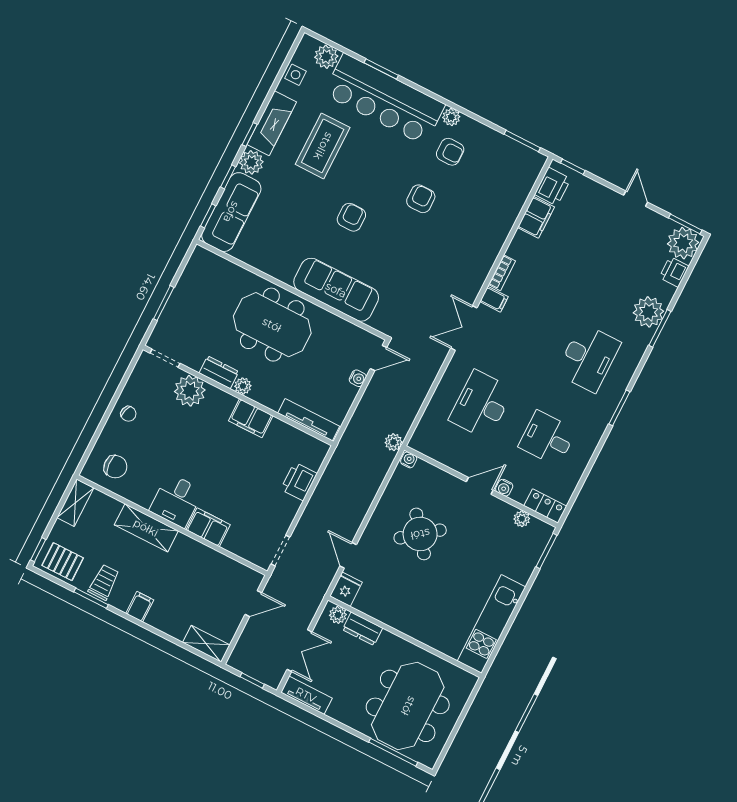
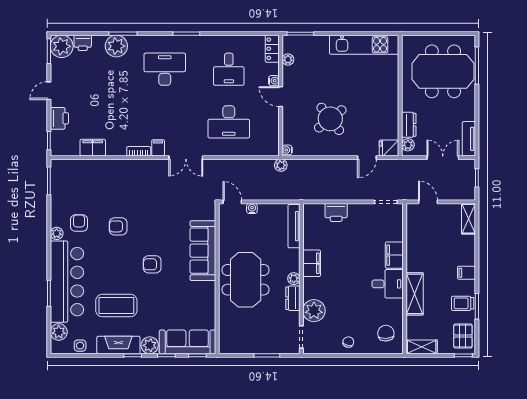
printer: (553, 187) -> (59, 118), moved, turned 90

